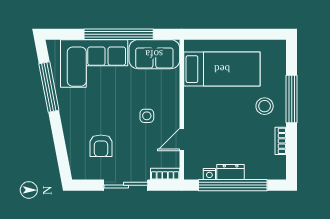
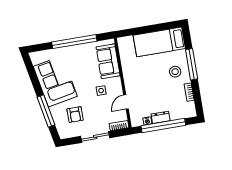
sofa: (154, 54) -> (108, 61), moved, turned 90
corner sofa: (94, 64) -> (55, 81), moved, turned -101
bed: (222, 69) -> (159, 42), moved, turned 180
window: (49, 87) -> (46, 111), moved

